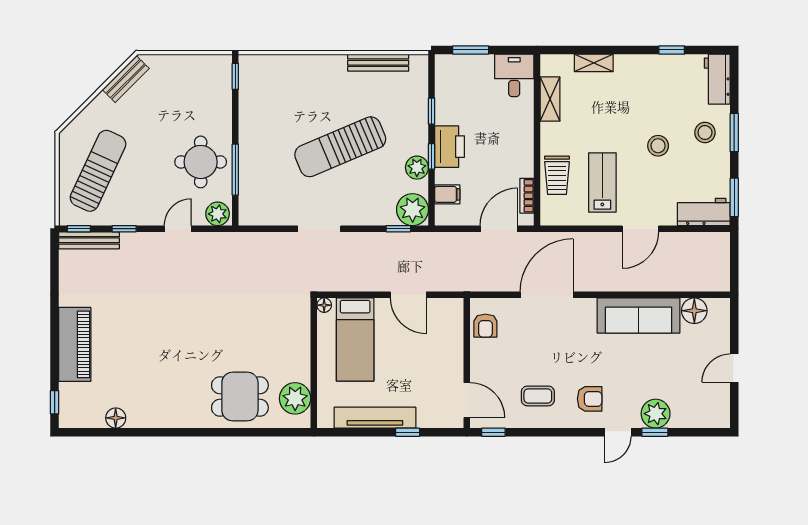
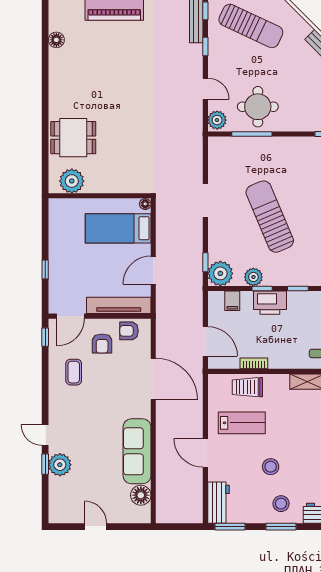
bookcase: (527, 196) -> (254, 363), moved
dining table: (240, 396) -> (73, 138), turned 90
armchair: (590, 399) -> (102, 344), moved
tv unit: (375, 418) -> (119, 305), moved, turned -90

